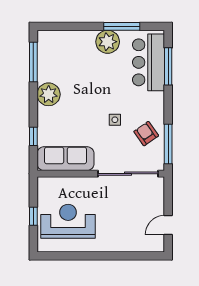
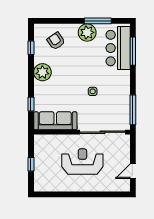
window: (33, 62) -> (31, 48), width x0.46
armchair: (146, 134) -> (56, 41), moved
reception desk: (68, 221) -> (82, 162), moved

